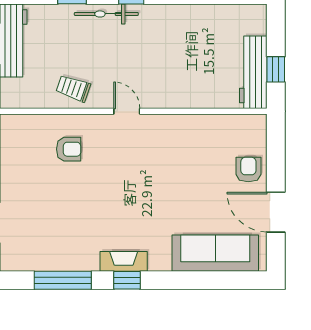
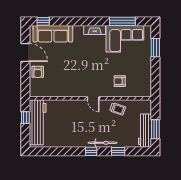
workbench: (253, 72) -> (38, 122), width x1.36, depth x1.32
corner sofa: (57, 242) -> (125, 39), added
window: (127, 280) -> (43, 21), moved

